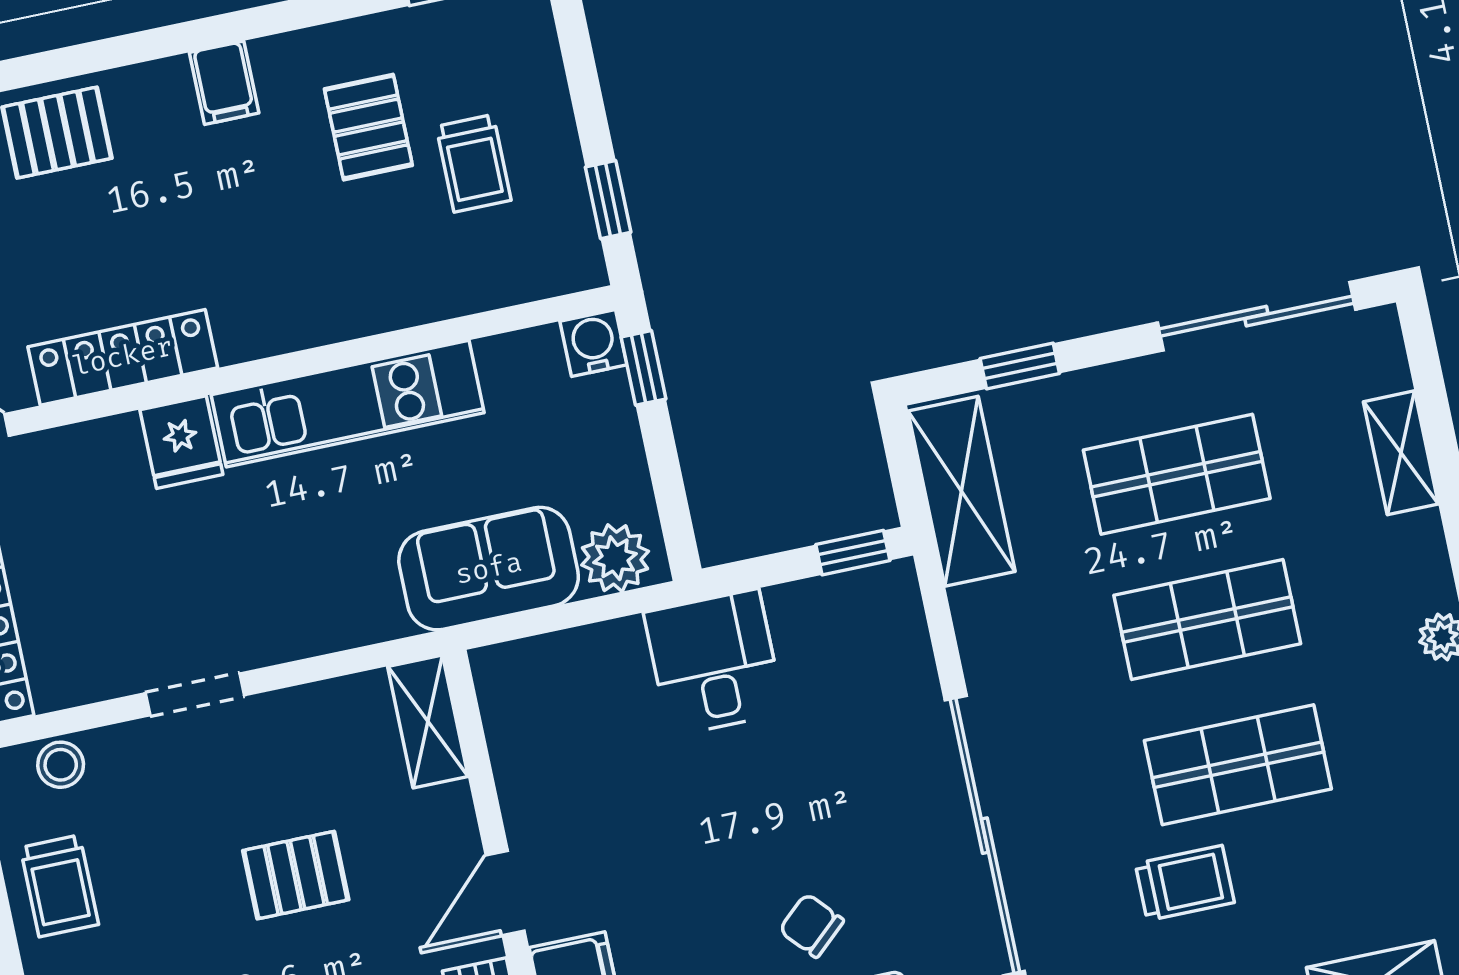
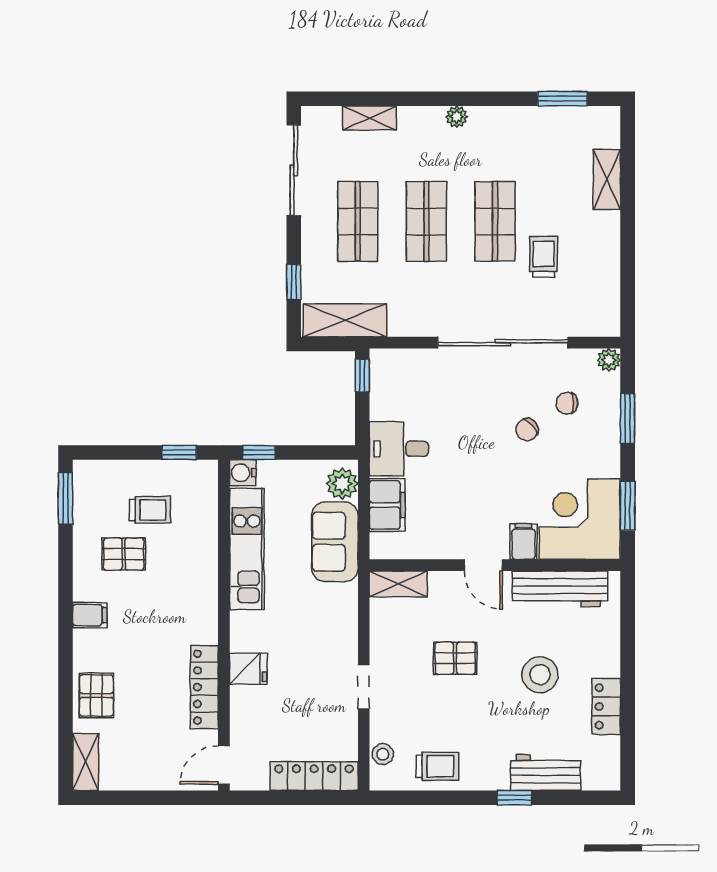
kitchen unit: (348, 404) -> (247, 549), moved
filing cabinet: (590, 663) -> (387, 505), added
pallet: (296, 875) -> (455, 658), turned 90

